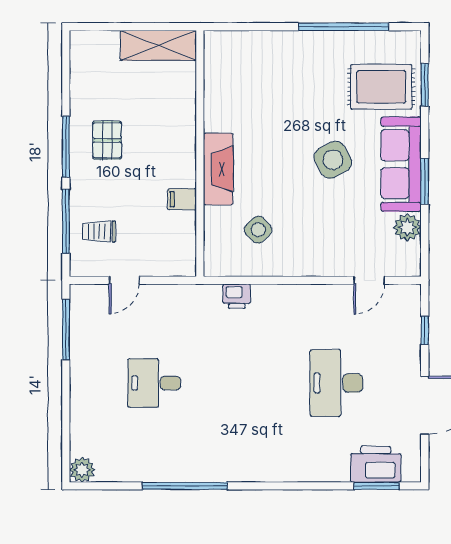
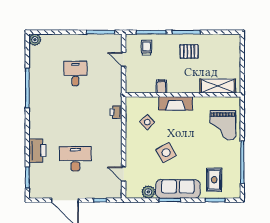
shelving: (158, 45) -> (218, 86), moved, turned 90
grand piano: (265, 68) -> (223, 125), added
rug: (381, 87) -> (214, 180), width x0.73, depth x0.70
side table: (333, 160) -> (166, 153), moved
printer: (376, 464) -> (37, 151), moved

